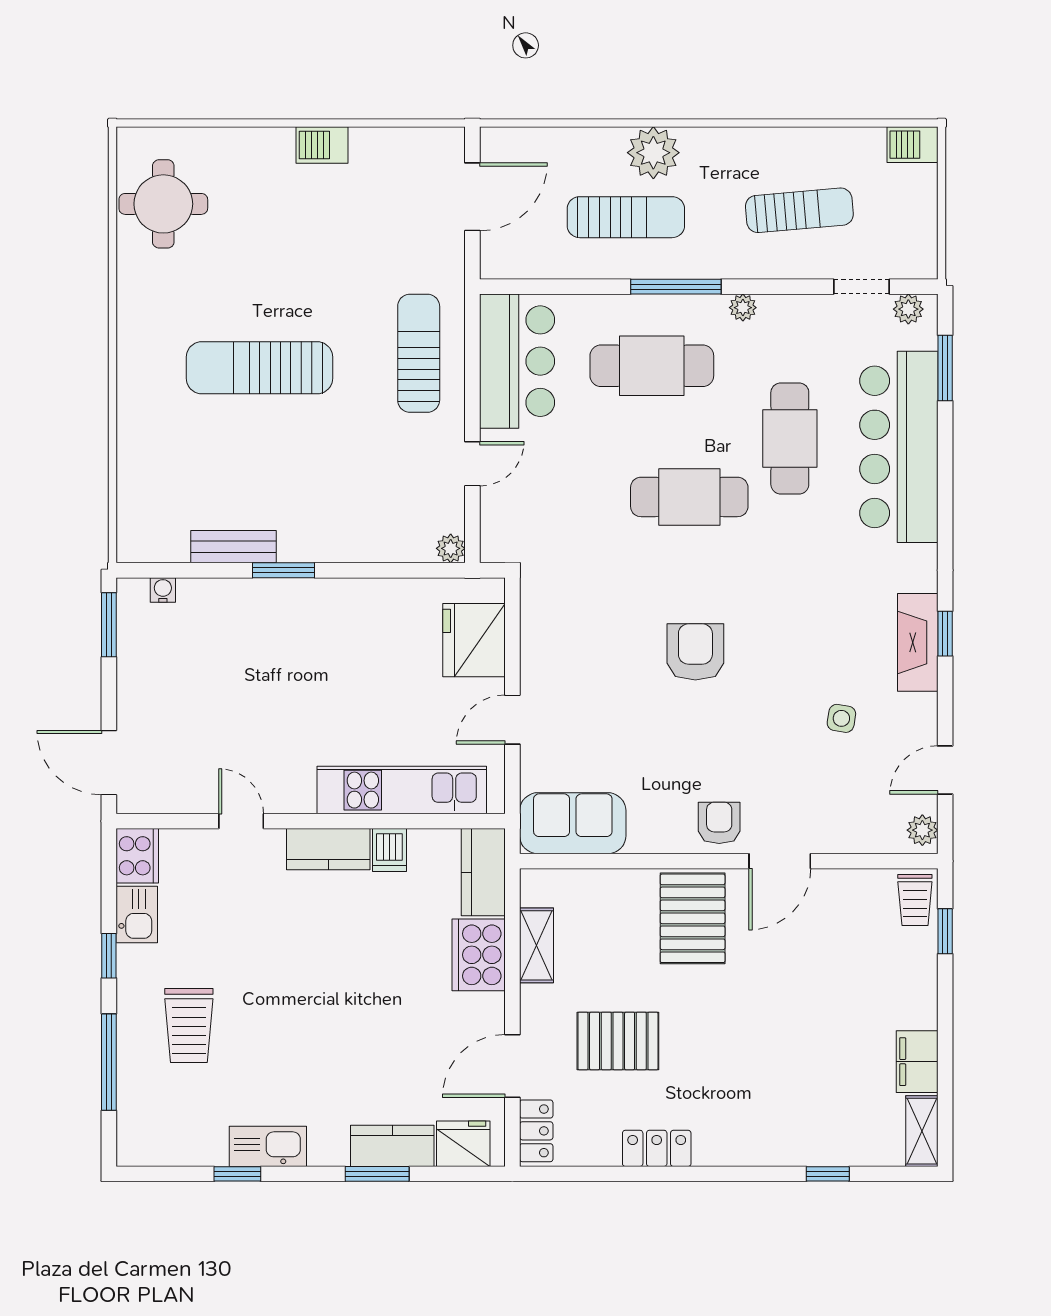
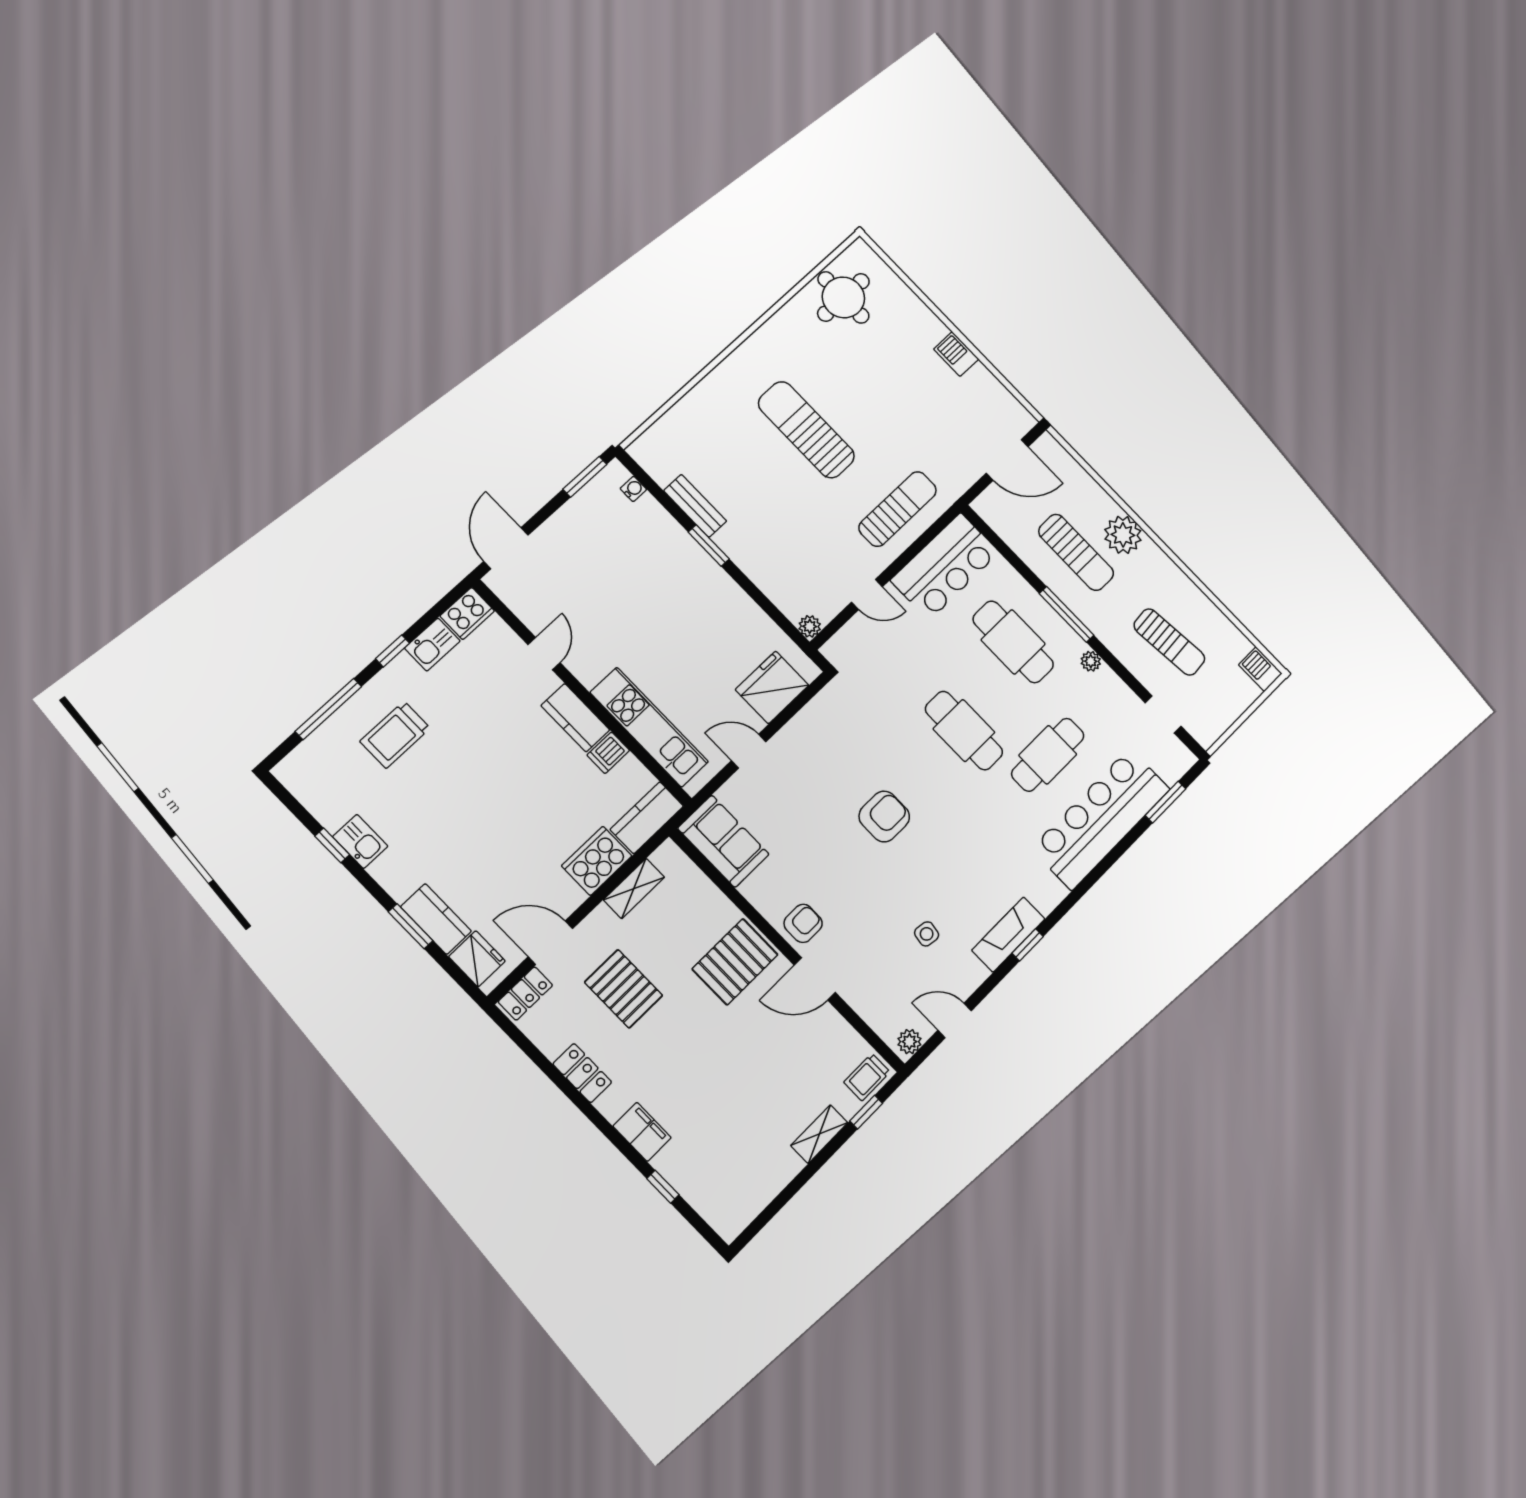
plant: (908, 309) -> (1176, 751), removed
filing cabinet: (917, 1062) -> (642, 1132), moved, turned 90
shelving: (922, 1131) -> (819, 1134), moved
kitchen sink: (268, 1146) -> (360, 841), width x0.73

